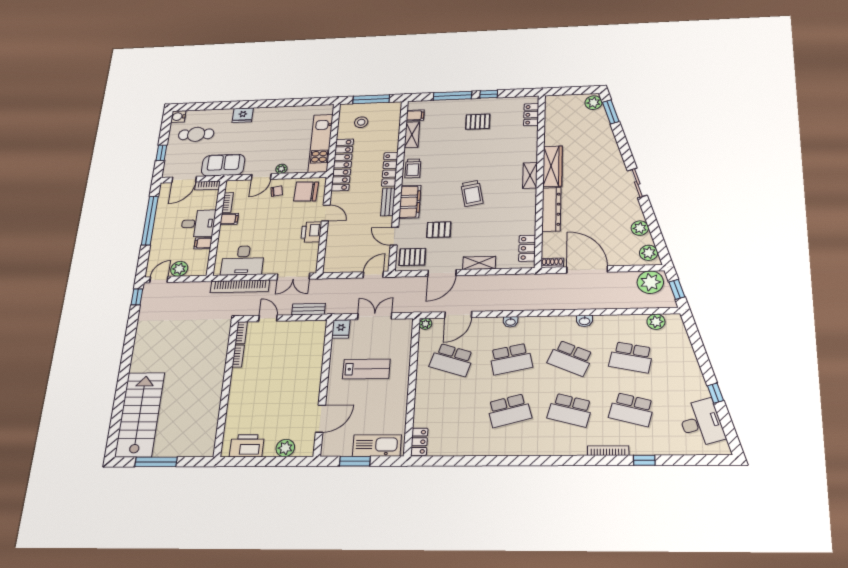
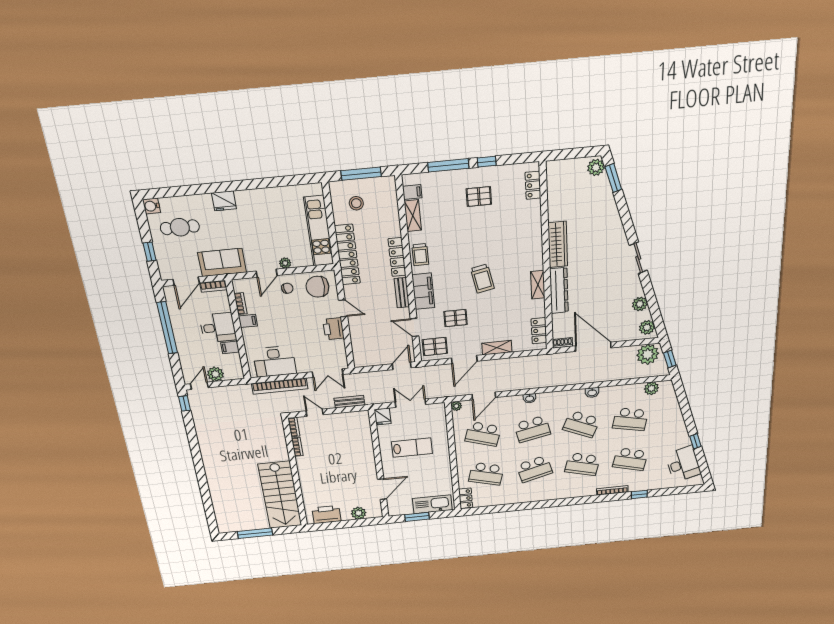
shelving: (530, 175) -> (538, 285), moved
school desk: (449, 411) -> (486, 474), added
stairs: (140, 414) -> (280, 495), moved, turned 180

